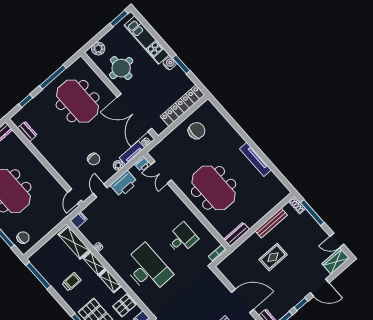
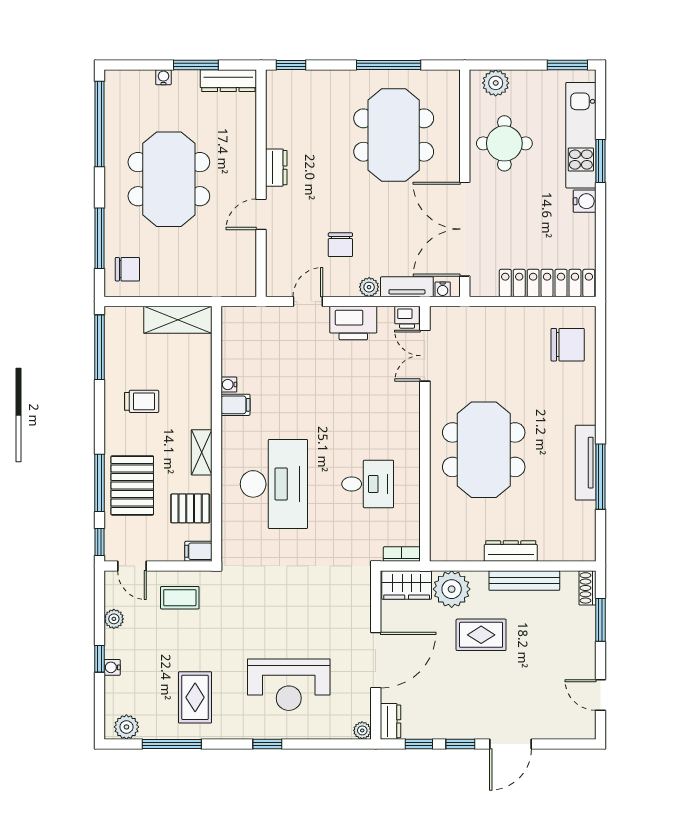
window: (181, 64) -> (600, 161), moved
window: (26, 101) -> (291, 65), moved
dresser: (27, 131) -> (276, 168), moved
chair: (197, 131) -> (568, 345), moved
window: (265, 160) -> (600, 477), added
door: (75, 196) -> (261, 214), moved
window: (312, 213) -> (600, 620), width x0.69
filing cabinet: (79, 220) -> (236, 405), moved
dresser: (236, 234) -> (511, 551), moved
shelving: (74, 242) -> (178, 320), moved, turned 90
plant: (247, 250) -> (452, 589), added
wardrobe: (336, 261) -> (407, 585), moved, turned 180
shelving: (94, 263) -> (201, 404), removed
door: (320, 288) -> (511, 744), hinge flipped
door: (242, 301) -> (376, 660), hinge flipped

